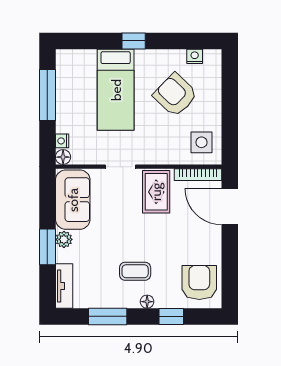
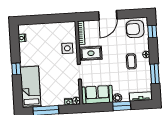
bed: (116, 90) -> (31, 87), moved, turned -90
armchair: (175, 95) -> (42, 47), removed
side table: (201, 142) -> (67, 48), moved
door: (230, 207) -> (108, 15), moved
window: (171, 316) -> (152, 32), moved

